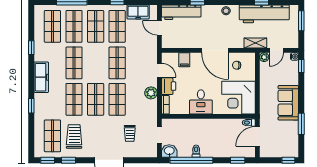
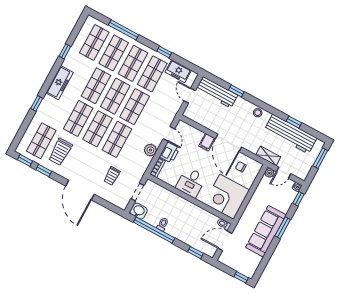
filing cabinet: (184, 60) -> (207, 142), moved
shop shelf: (96, 63) -> (115, 96), added
sofa: (288, 103) -> (266, 231), width x1.36
window: (301, 124) -> (283, 228), moved
trolley: (74, 136) -> (60, 152), turned 180

